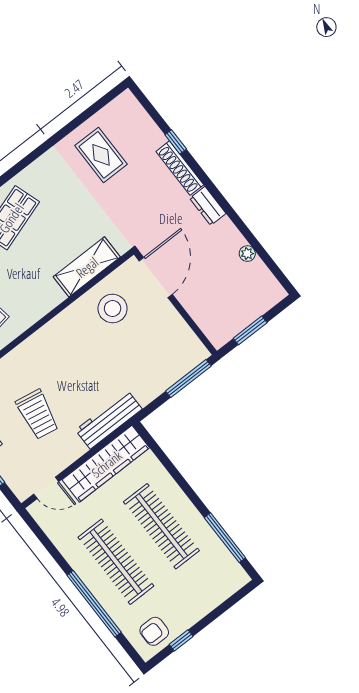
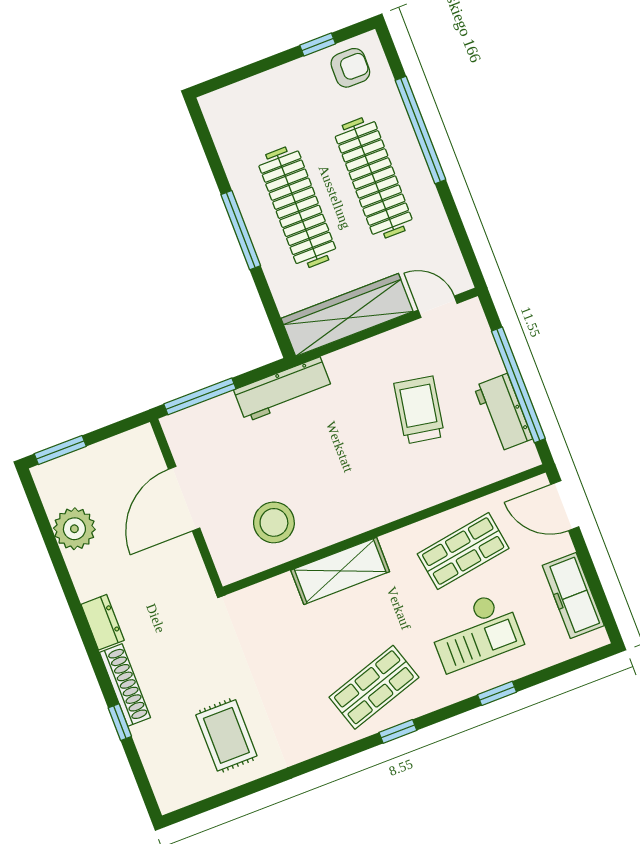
plant: (247, 254) -> (74, 529), width x1.88, depth x1.88
shelving: (87, 267) -> (340, 571), moved
door: (156, 278) -> (184, 499), moved
window: (250, 330) -> (60, 450), moved
workbench: (109, 420) -> (283, 390), moved
window: (225, 538) -> (241, 230), moved

